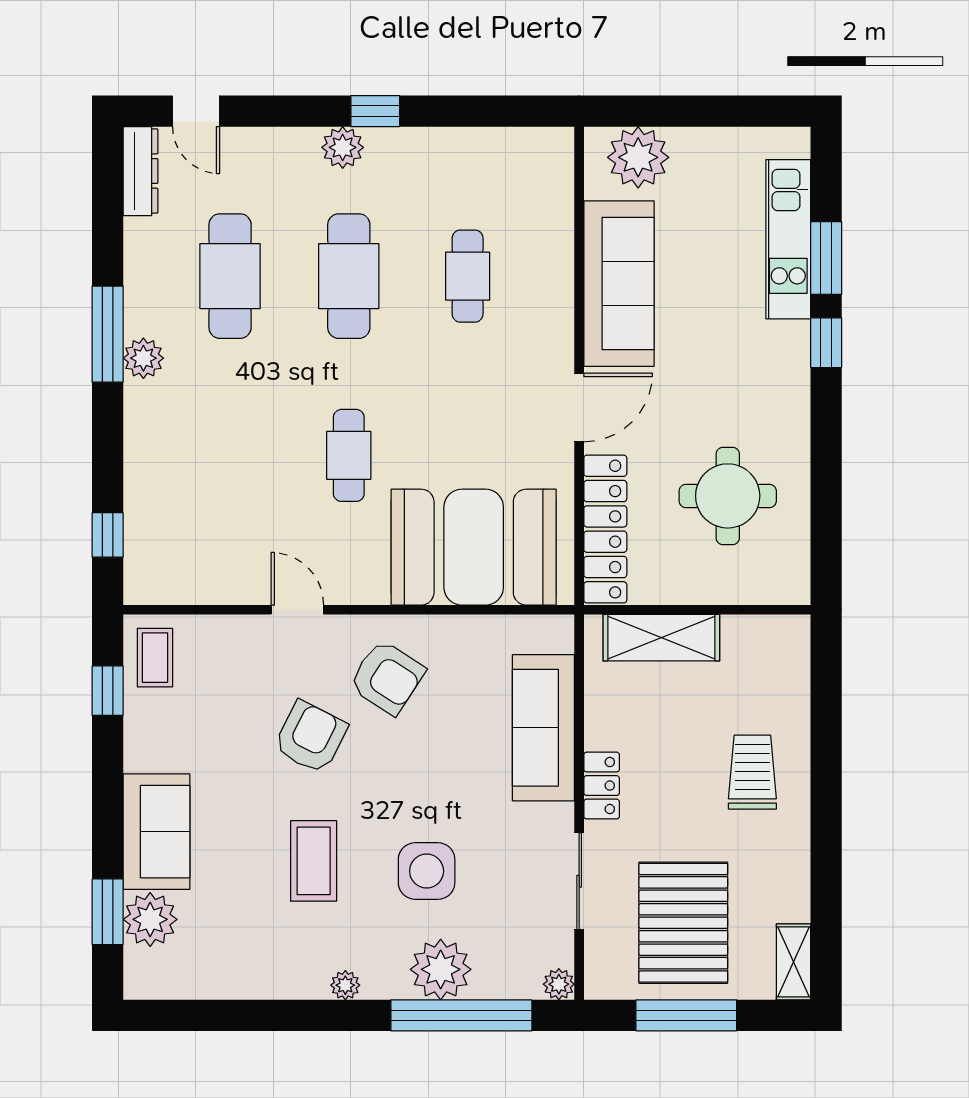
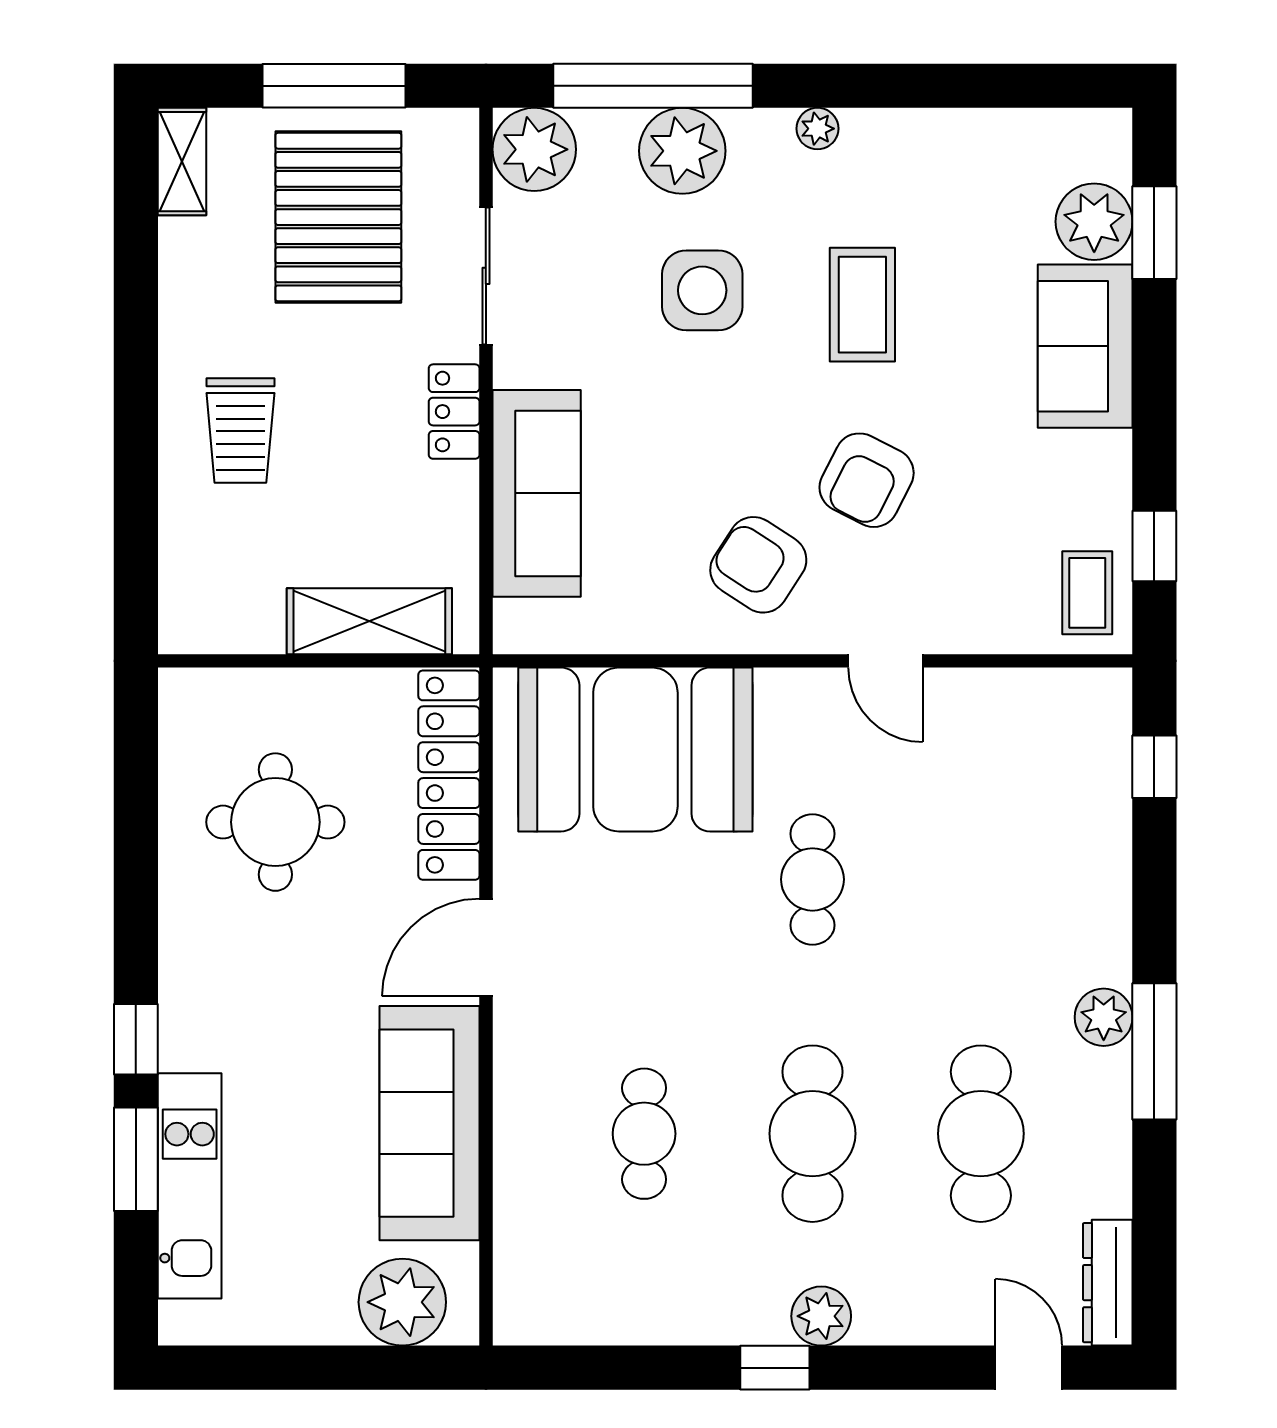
plant: (559, 984) -> (534, 149), width x1.88, depth x1.88

